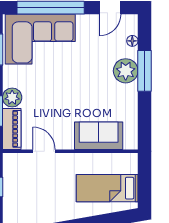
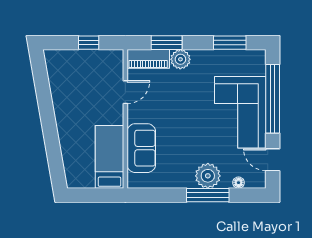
corner sofa: (40, 39) -> (240, 112), moved
bed: (107, 188) -> (109, 157), moved

